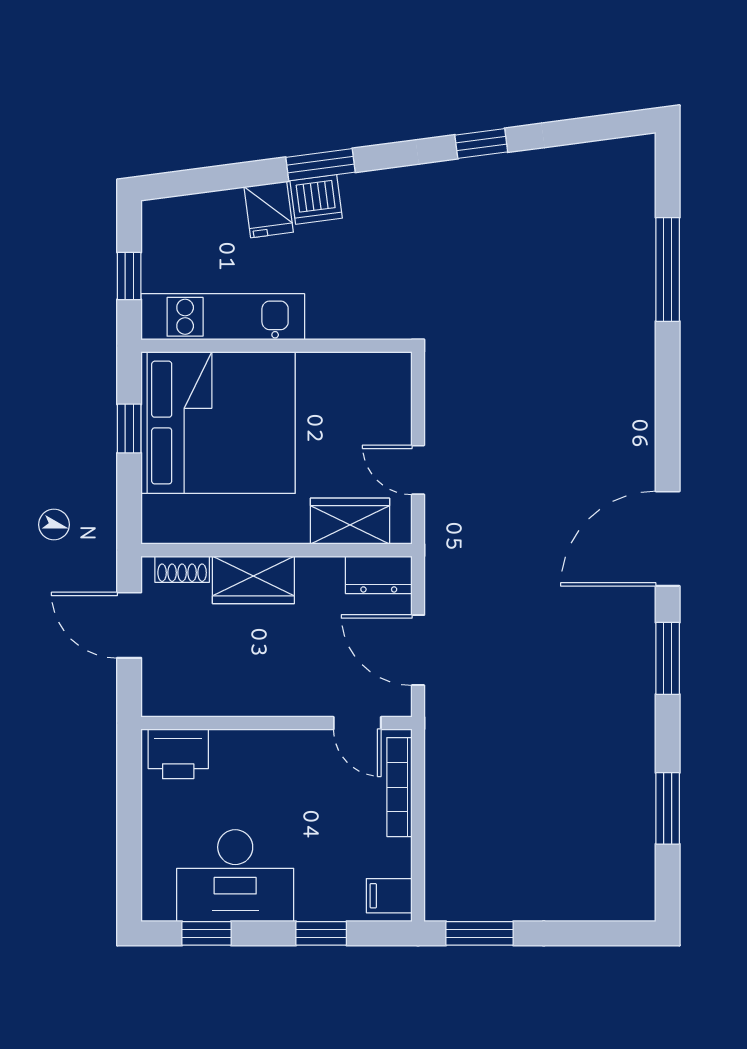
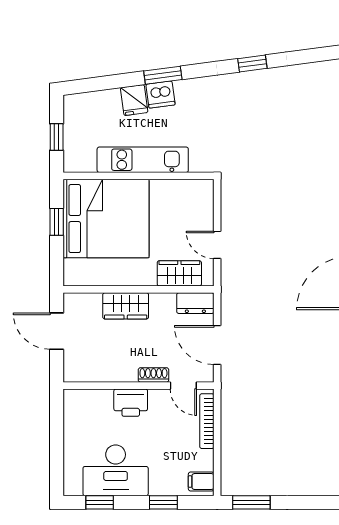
kitchen unit: (223, 317) -> (143, 160), moved
shoe rack: (182, 569) -> (153, 375), moved, turned 180
printer: (178, 754) -> (131, 403), moved

